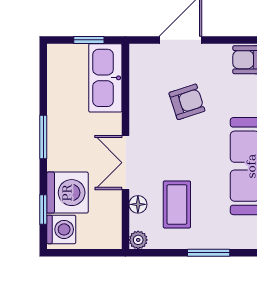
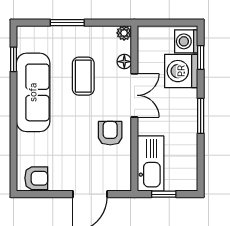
armchair: (187, 102) -> (110, 133), moved, turned 108
coffee table: (177, 204) -> (83, 76), moved

